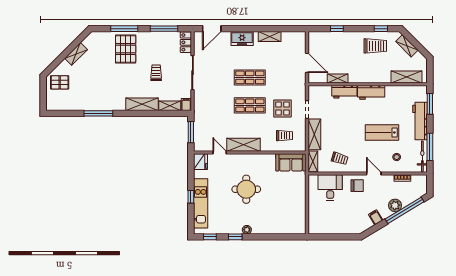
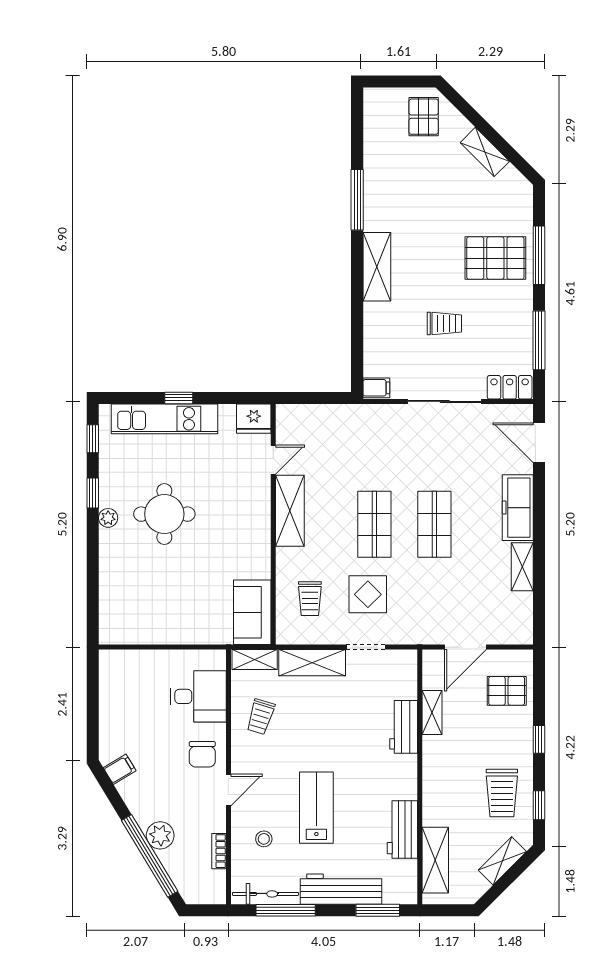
window: (337, 29) -> (539, 739), moved
freezer: (242, 39) -> (518, 508), width x1.40
pallet: (328, 44) -> (507, 691), added
workbench: (371, 92) -> (402, 830), moved
shelving: (142, 104) -> (377, 267), moved
shelving: (170, 106) -> (373, 353), removed
window: (191, 132) -> (317, 398), removed
round table: (246, 189) -> (164, 514), moved
filing cabinet: (376, 217) -> (120, 769), moved

